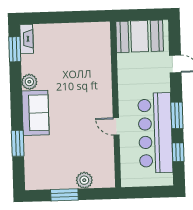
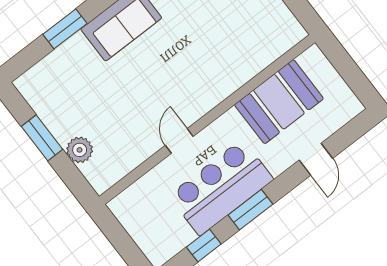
booth: (140, 36) -> (279, 102), moved, turned 90
bar counter: (155, 133) -> (221, 187), width x0.73

